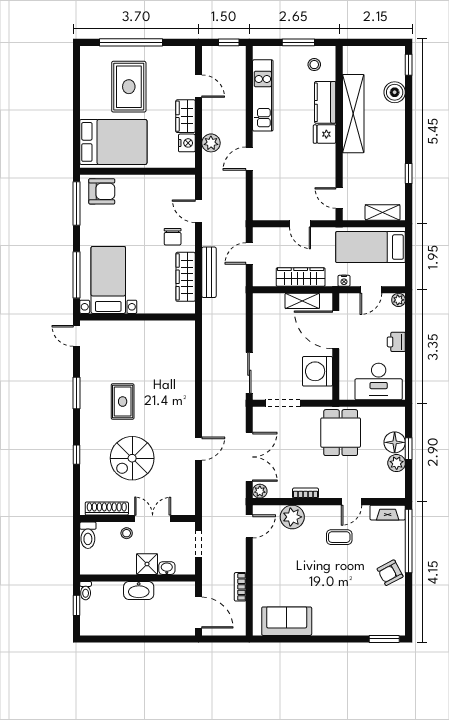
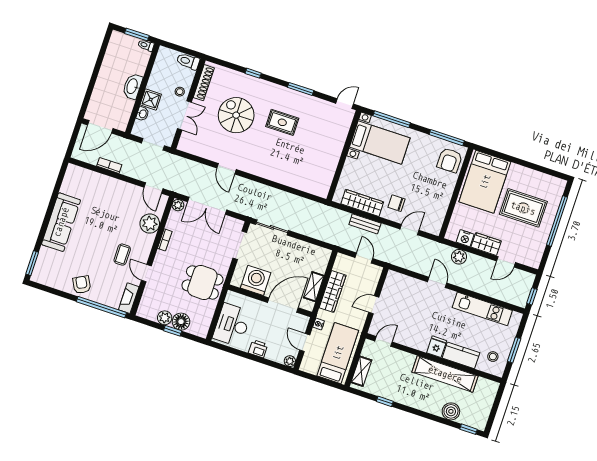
bench: (209, 272) -> (365, 224), width x0.73
window: (76, 605) -> (137, 34), width x1.50
sofa: (287, 621) -> (61, 222), moved, width x1.36

